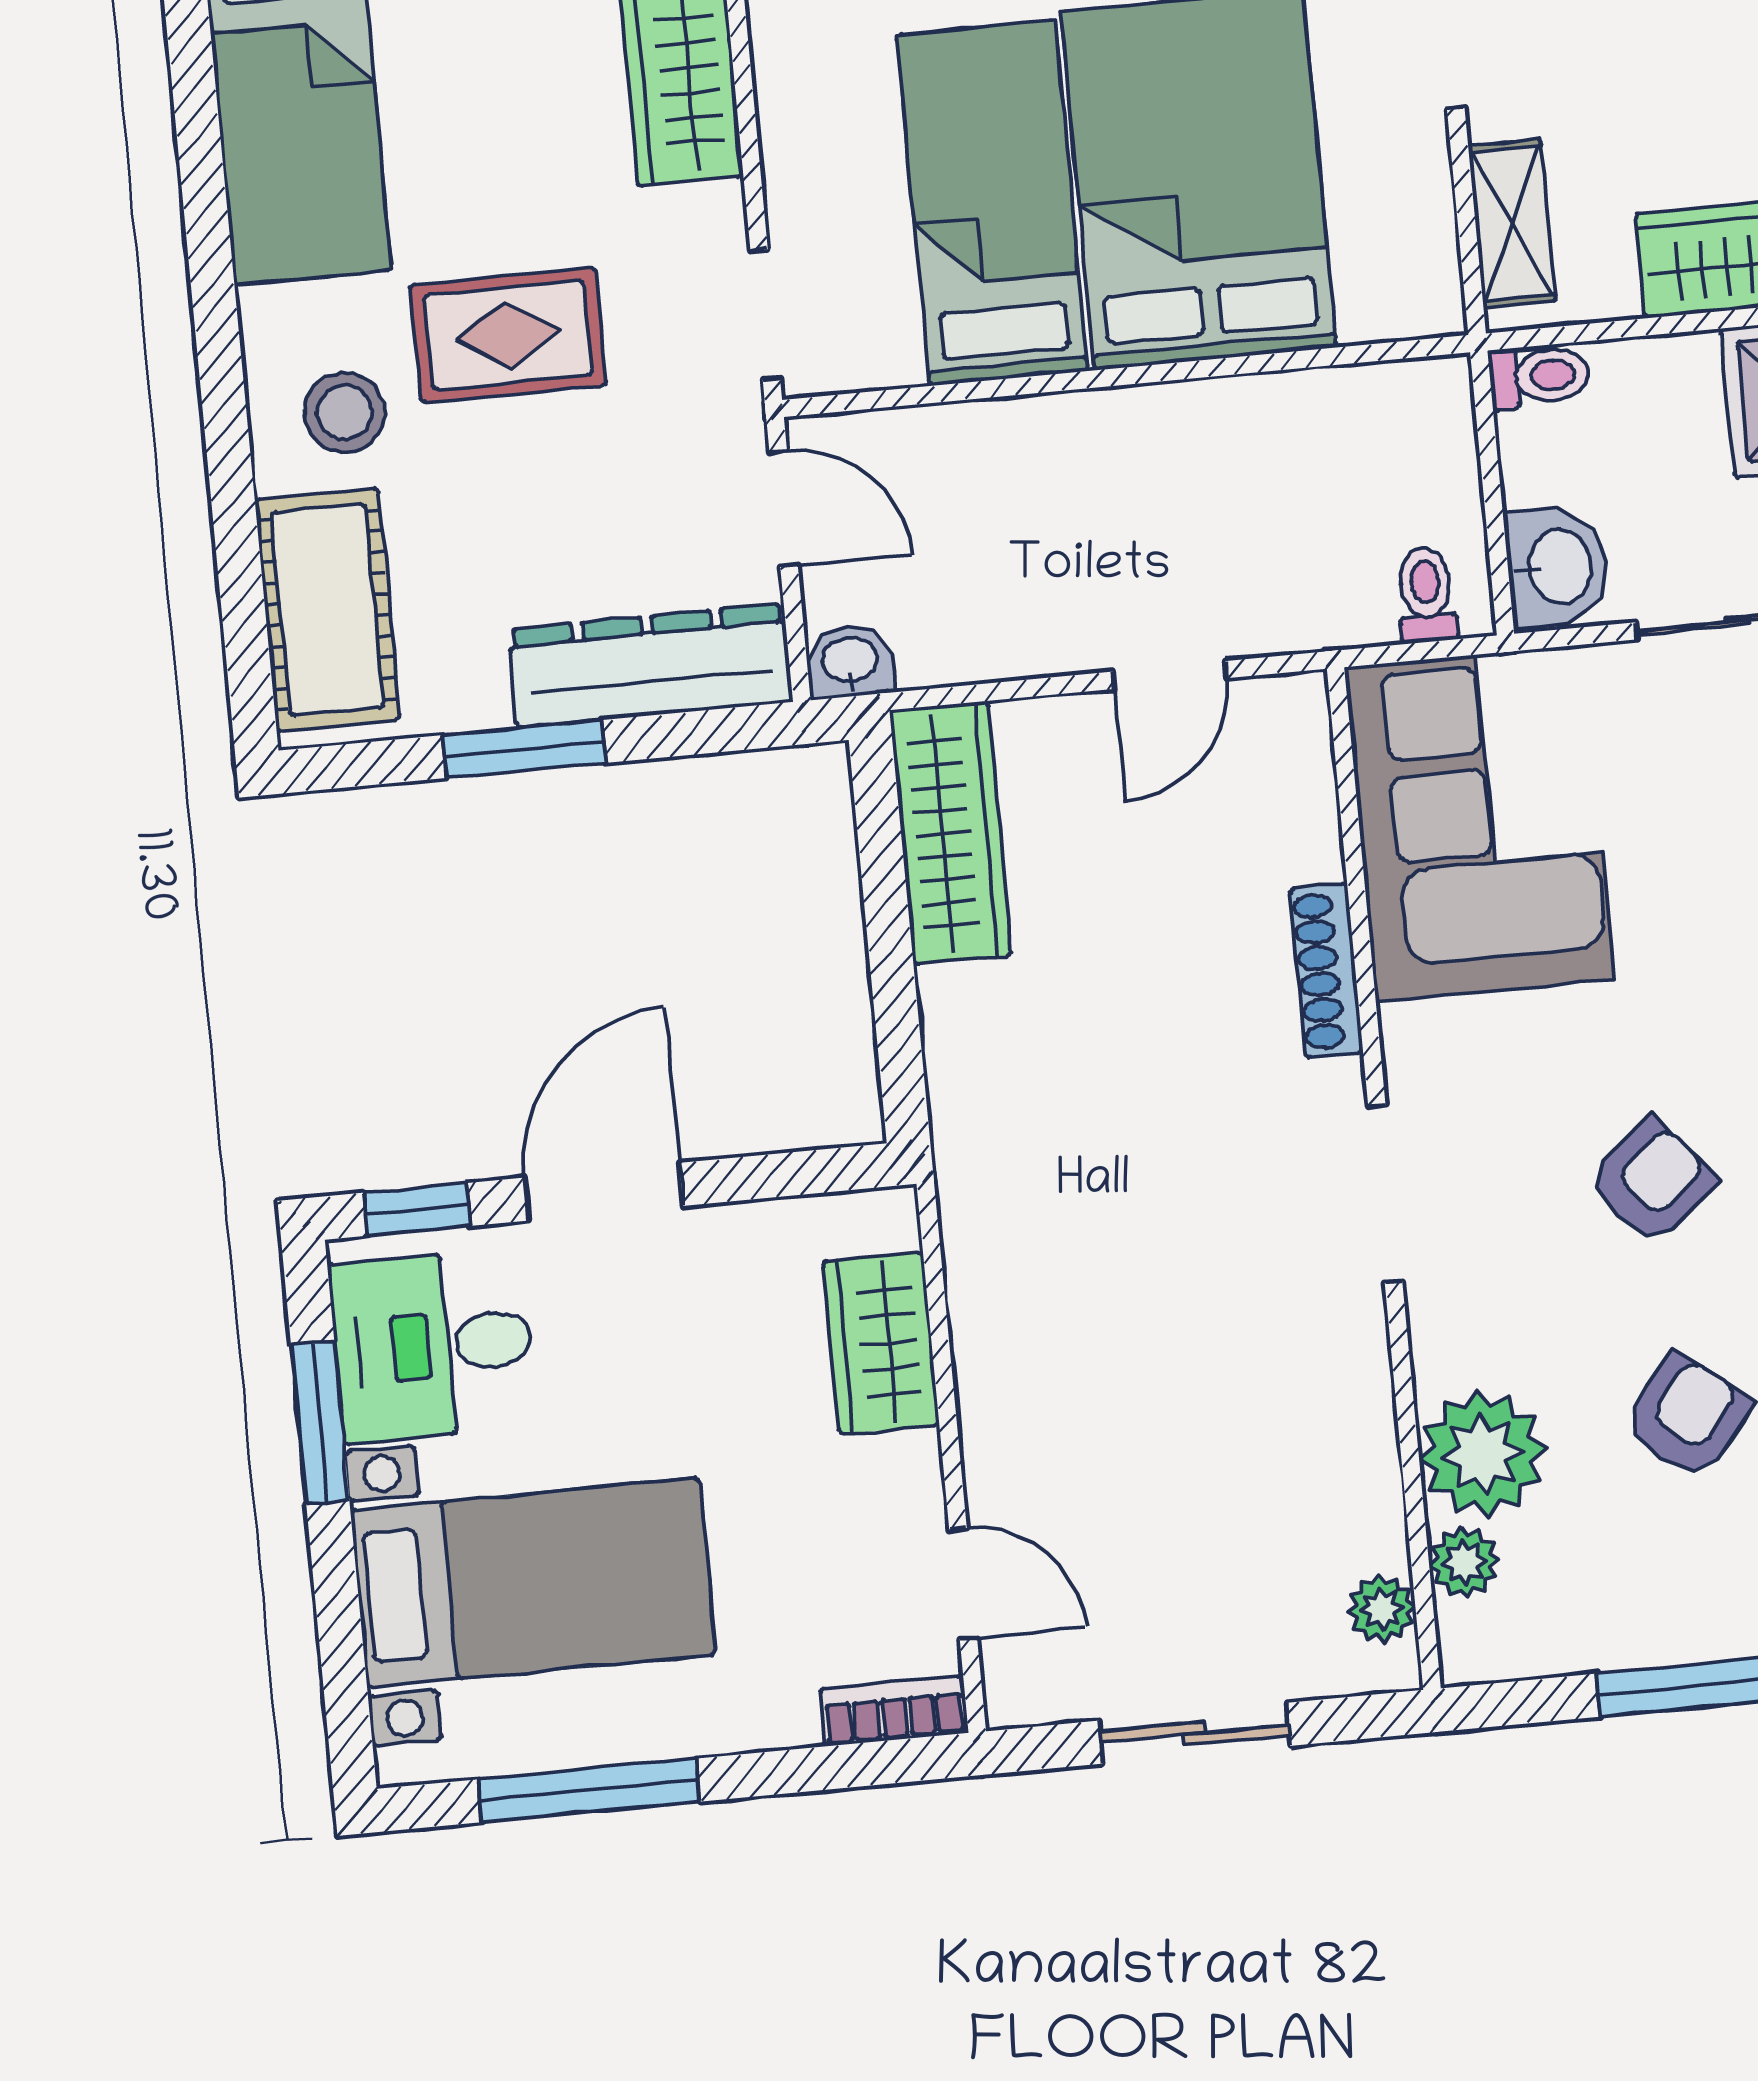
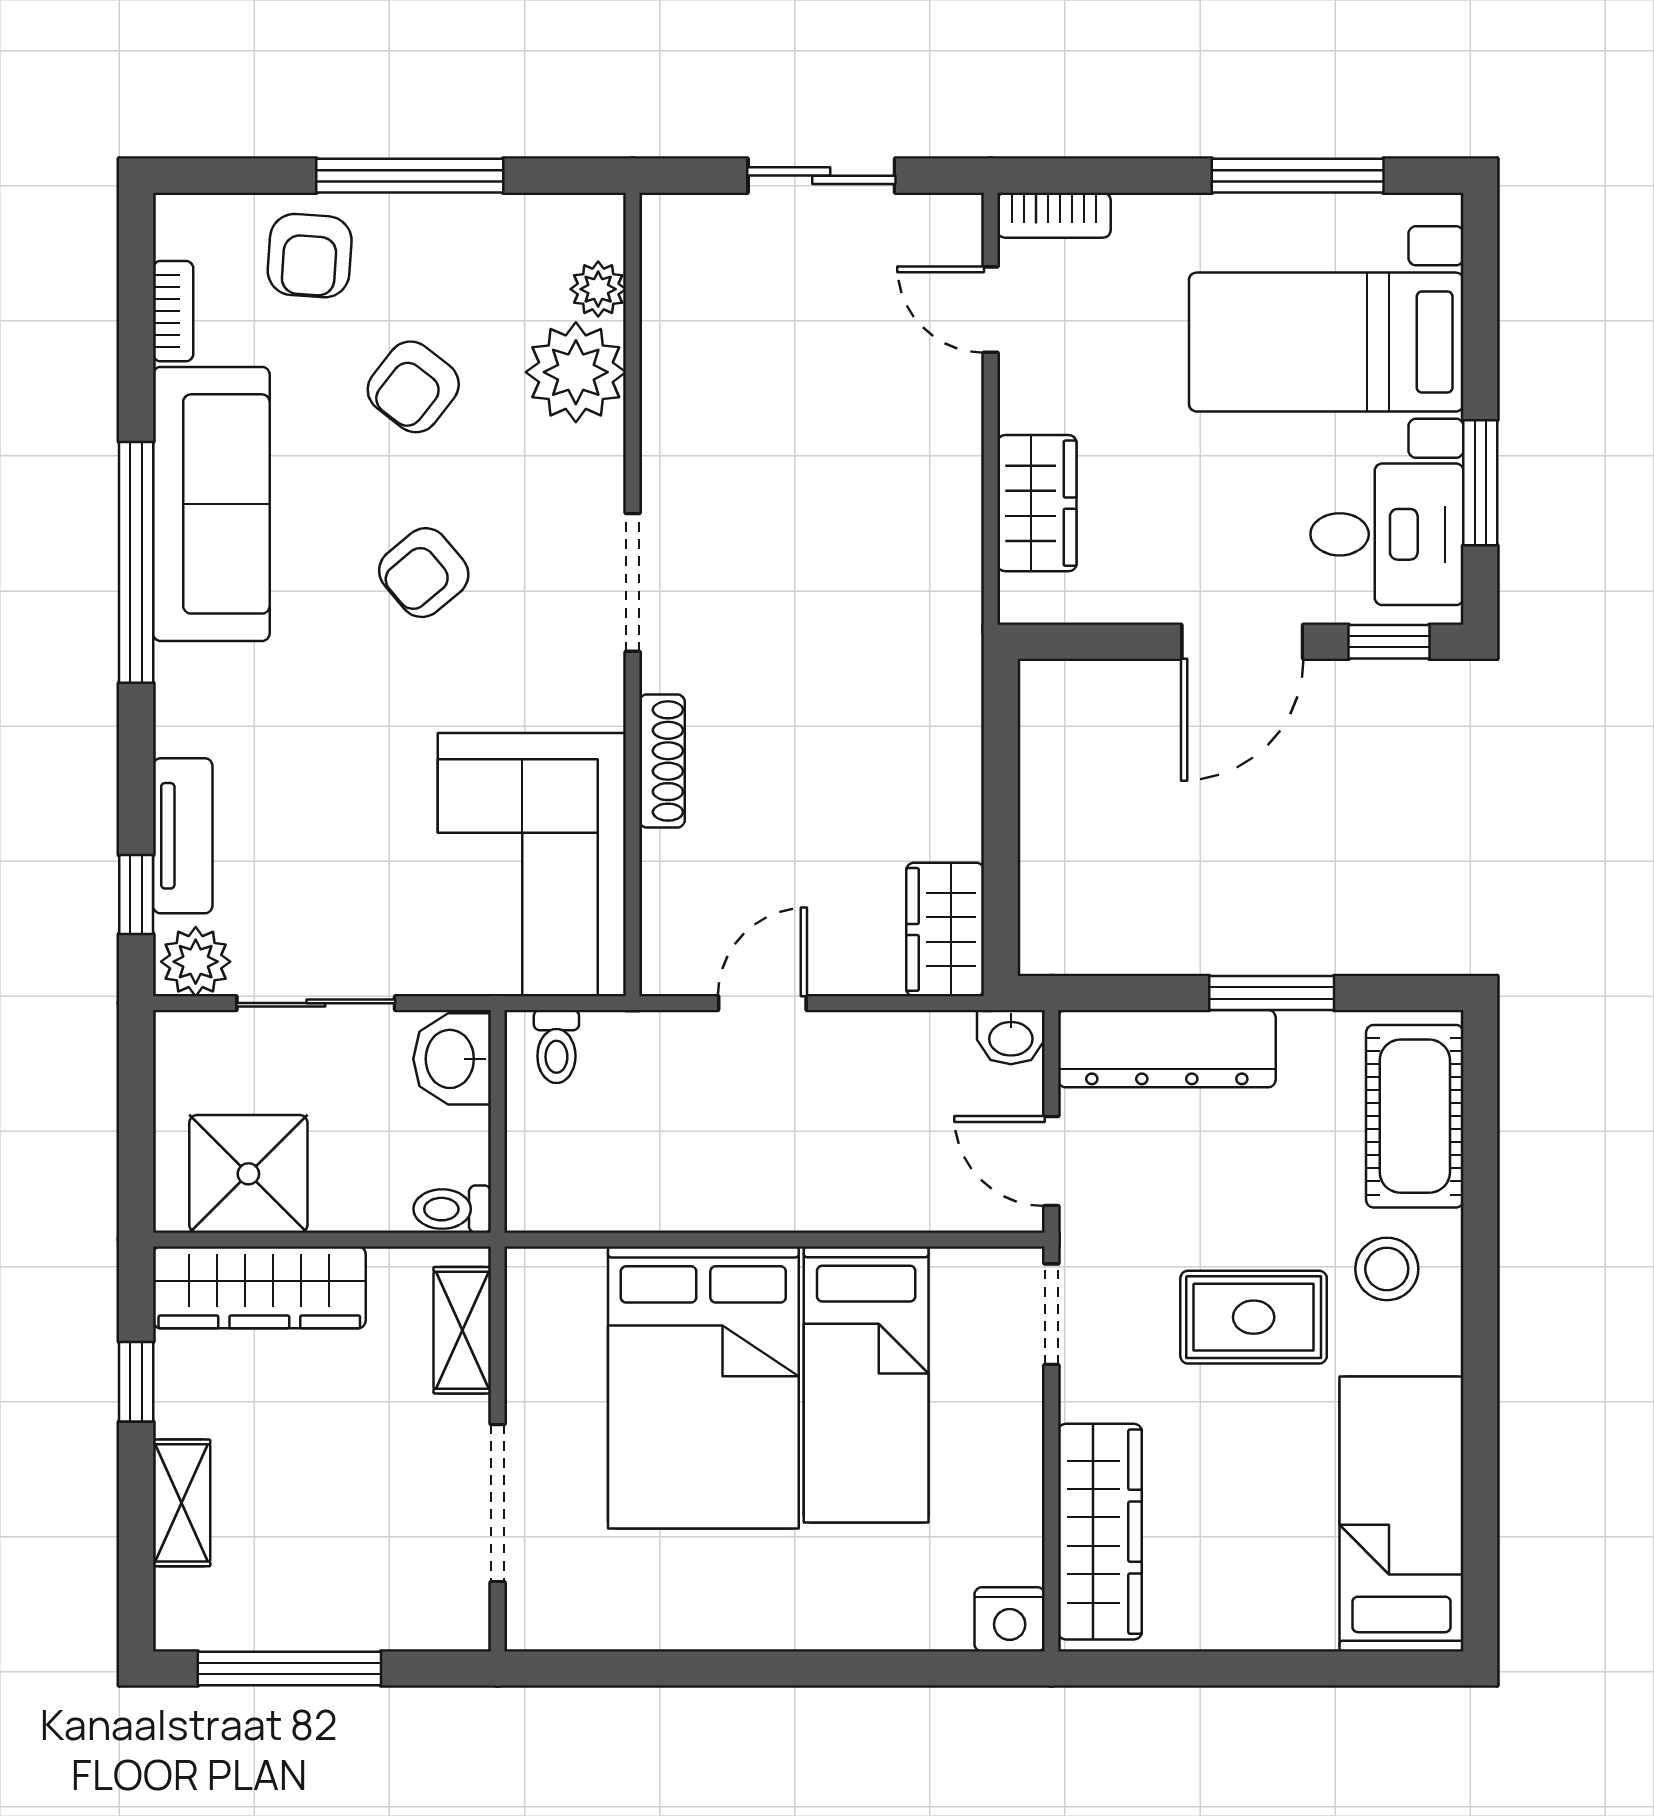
wardrobe: (951, 833) -> (945, 929), width x0.67
plant: (1382, 1609) -> (666, 259), removed

